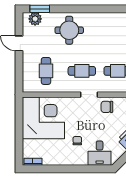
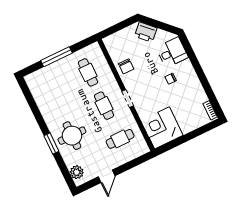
window: (40, 9) -> (51, 143), moved
doorway: (89, 95) -> (128, 99), moved
corner desk: (43, 118) -> (162, 128), width x0.74, depth x0.74

